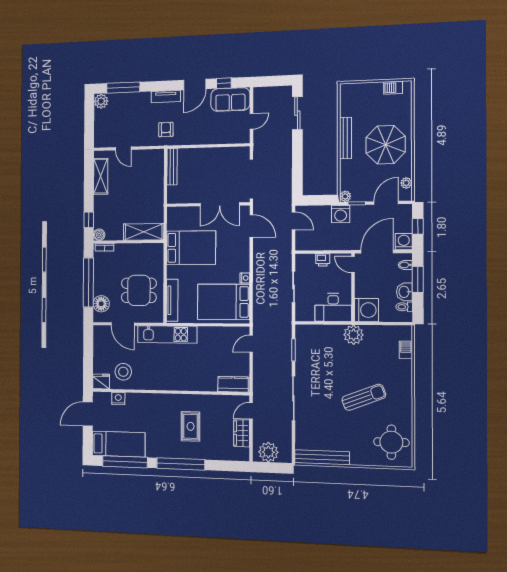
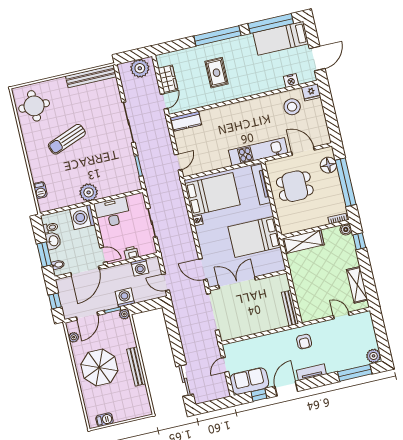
washing machine: (404, 242) -> (140, 267), moved

